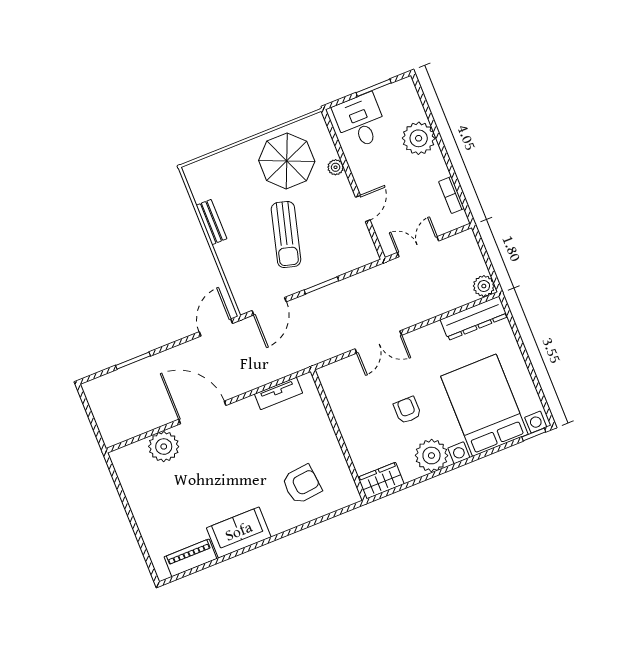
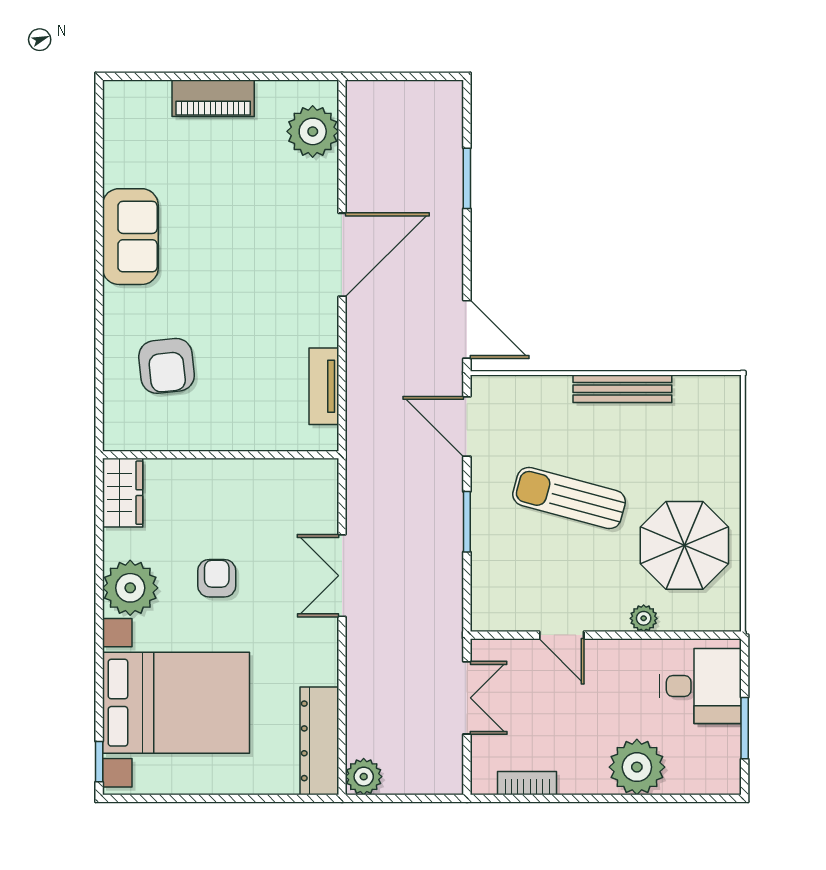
bench: (211, 222) -> (622, 389), width x1.36
armchair: (407, 410) -> (217, 578), turned -90
plant: (164, 447) -> (313, 131), moved
piano: (191, 558) -> (213, 98), moved, turned 90

